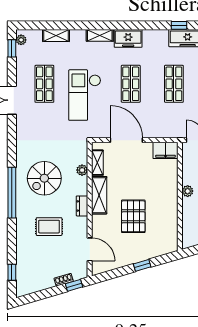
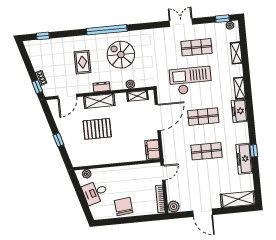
plant: (188, 191) -> (87, 174), moved
shelving: (99, 195) -> (99, 101), moved

